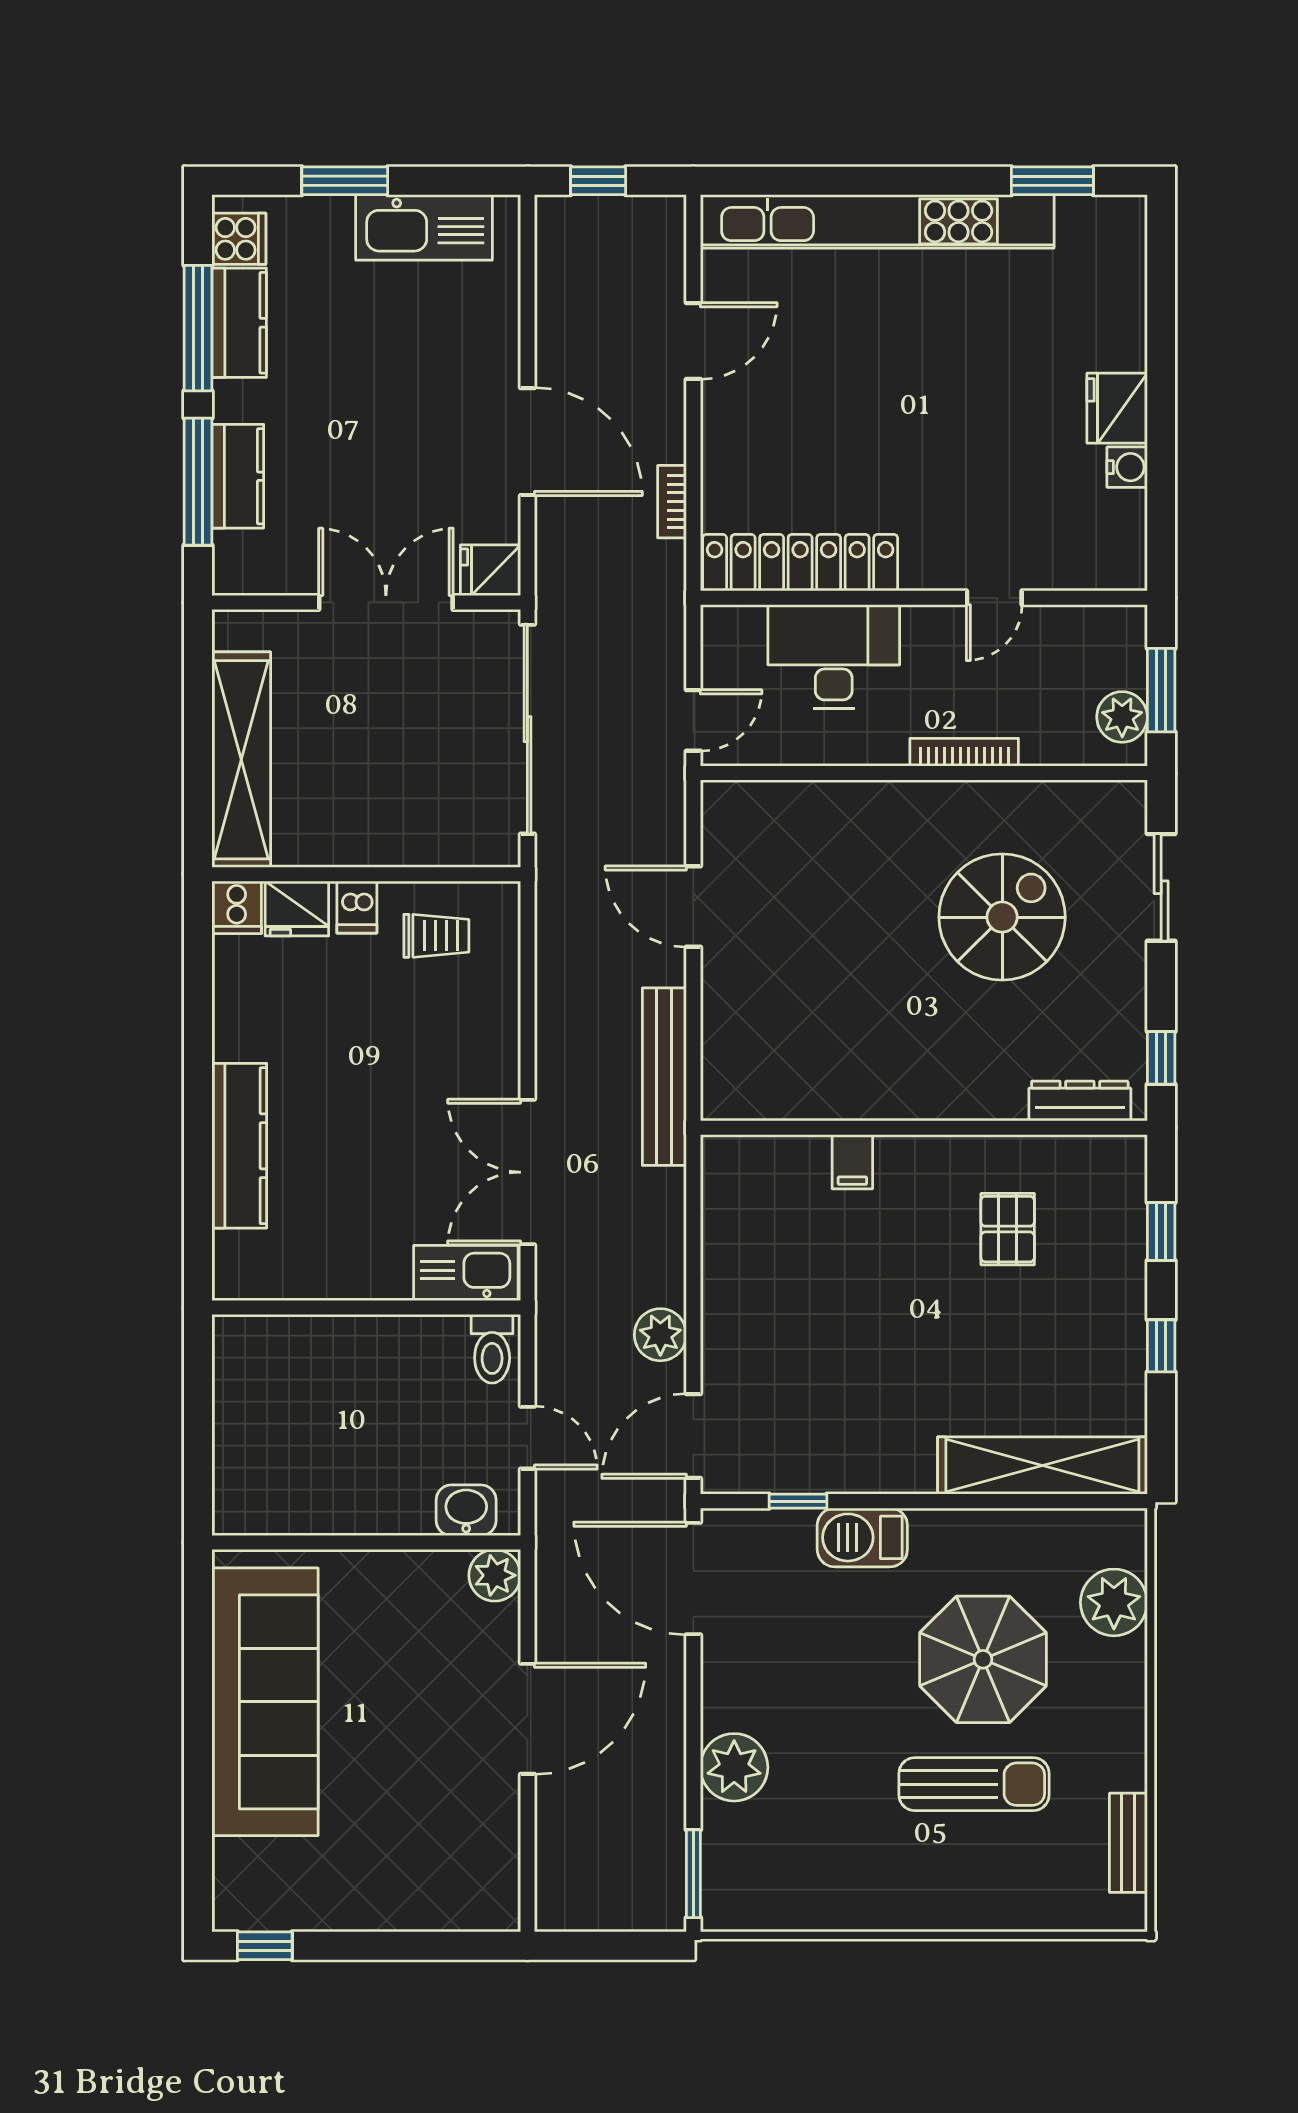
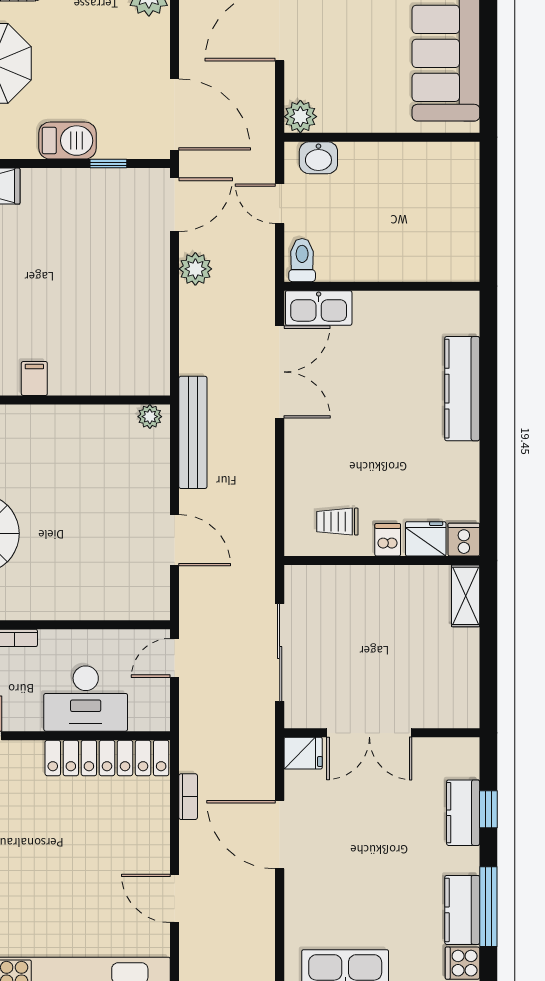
door: (693, 341) -> (175, 898), hinge flipped
window: (198, 482) -> (488, 809), width x0.46
sliding door: (527, 729) -> (280, 653), width x0.73
shelving: (241, 760) -> (466, 596), width x0.45, depth x0.75
plant: (733, 1102) -> (150, 417), added
filing cabinet: (852, 1162) -> (34, 379), moved

